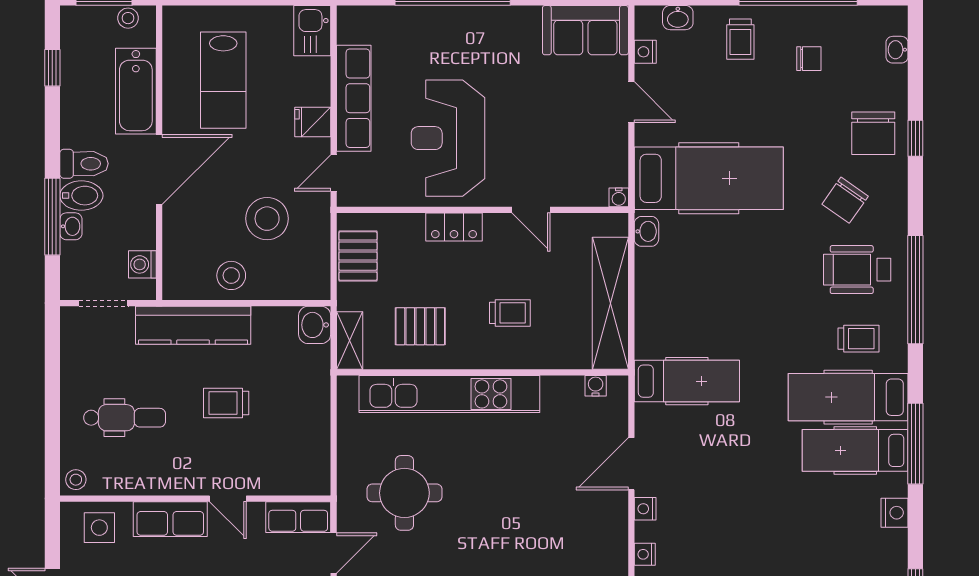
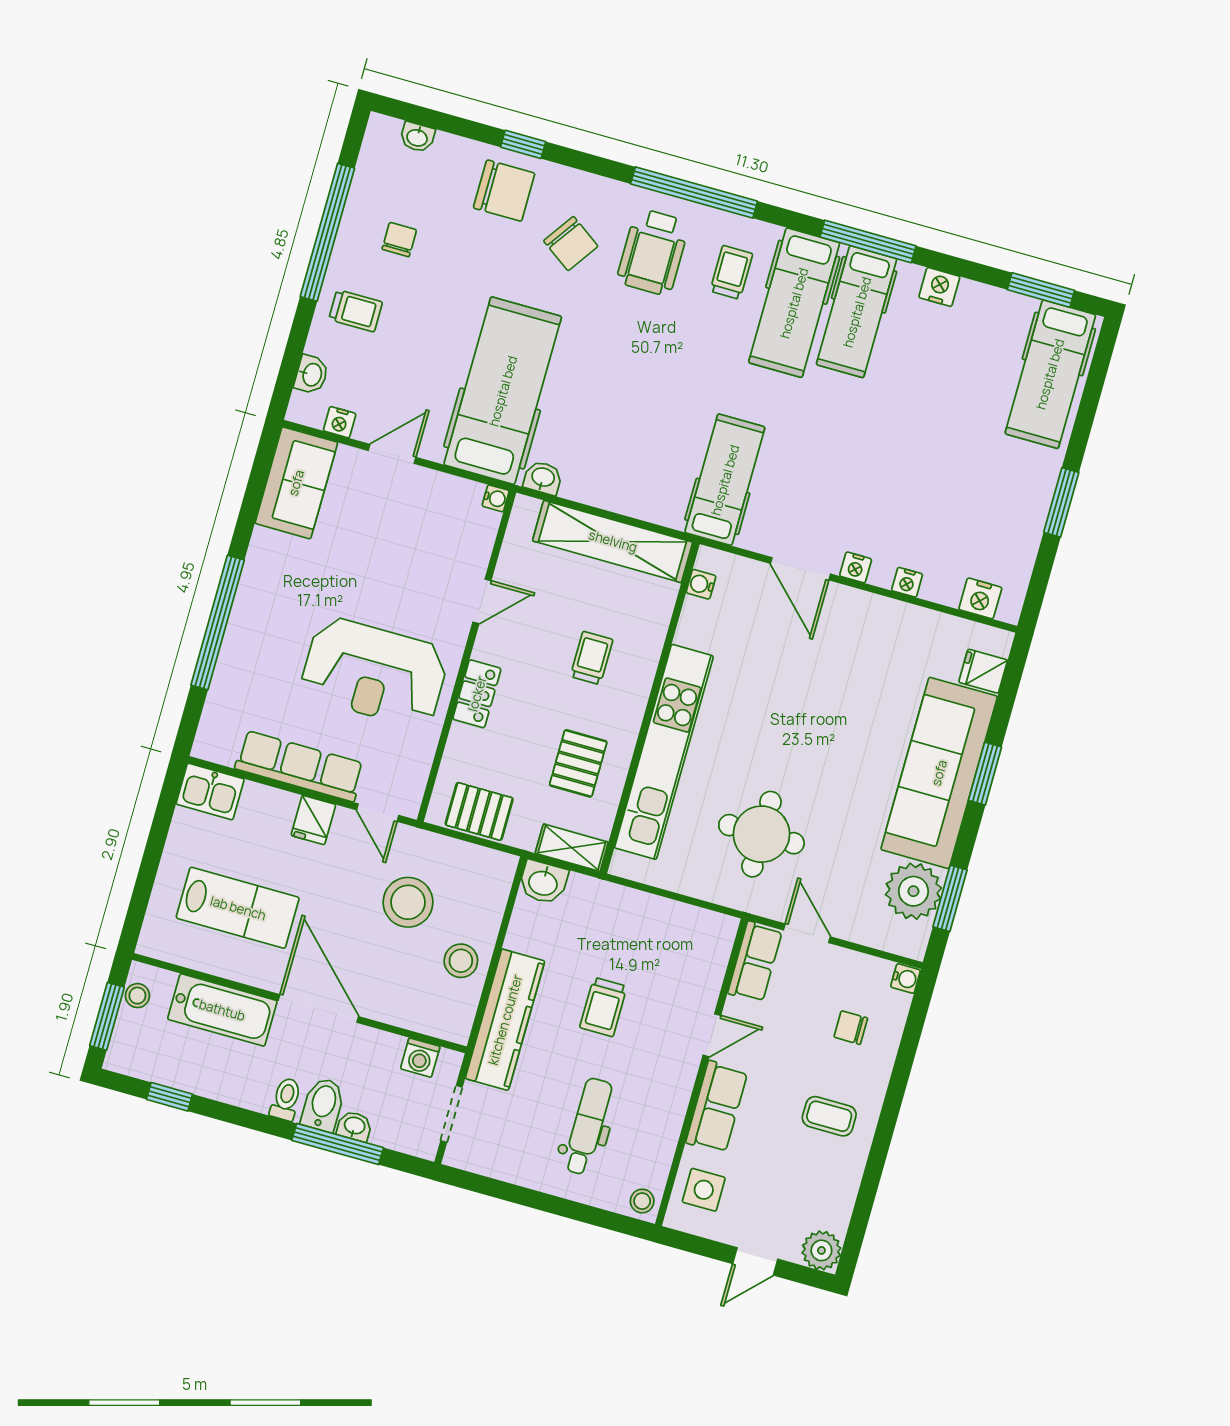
toilet: (84, 164) -> (286, 1099), width x0.73, depth x0.72

